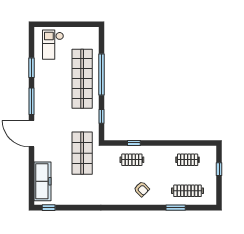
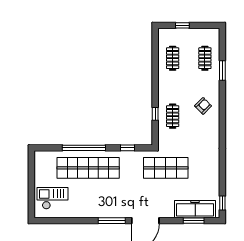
checkout: (53, 45) -> (53, 198), turned 180
window: (31, 68) -> (194, 221), moved
clothes rail: (188, 191) -> (205, 58), width x0.73

